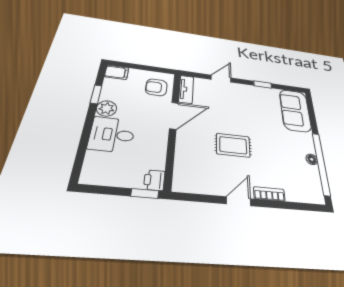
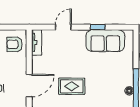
sofa: (295, 110) -> (105, 41), moved, turned -90
door: (174, 116) -> (29, 86), moved

